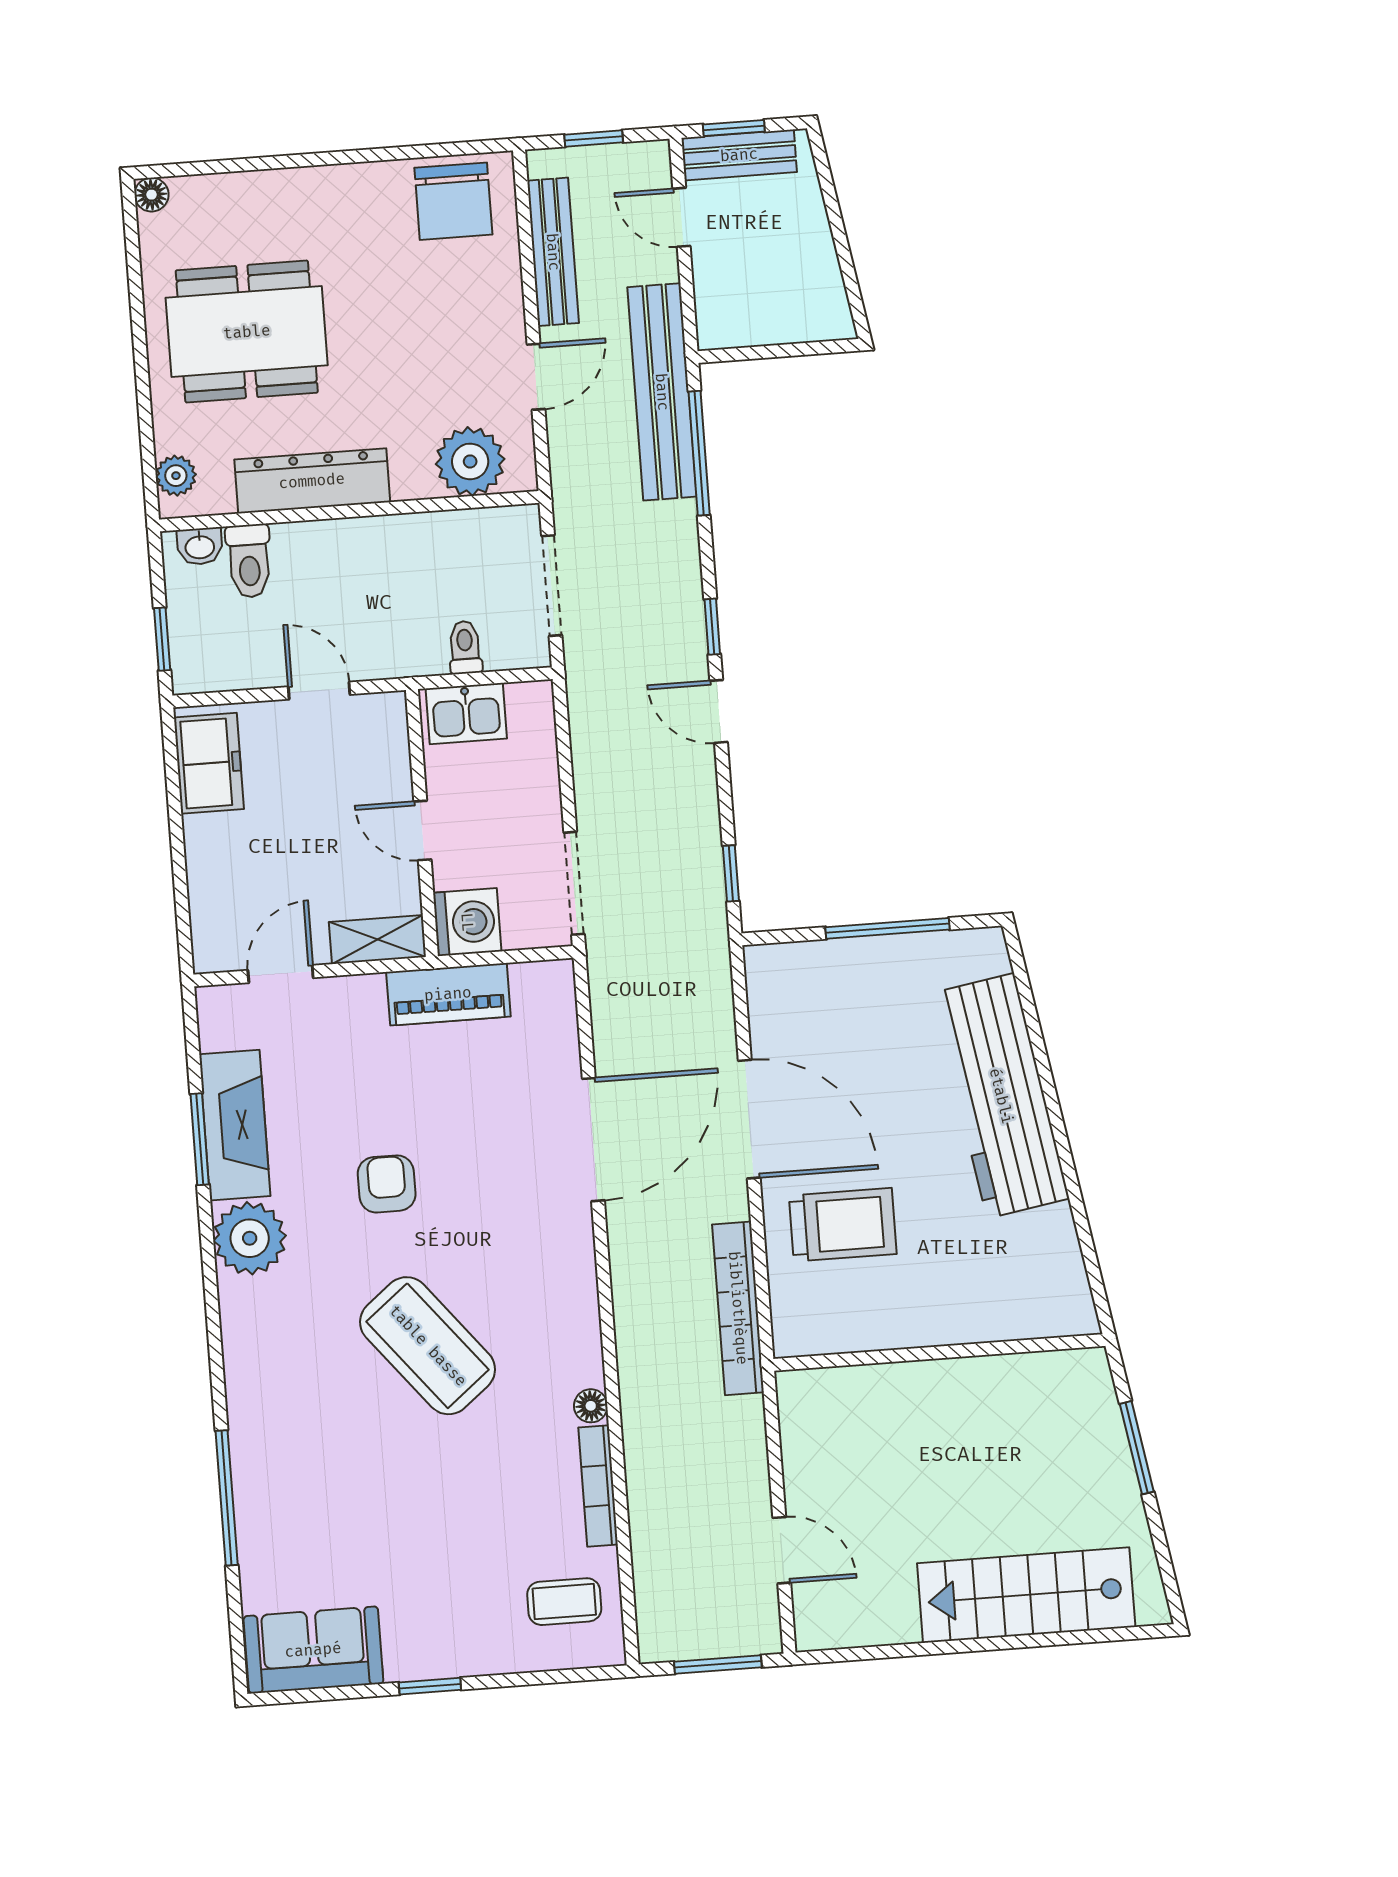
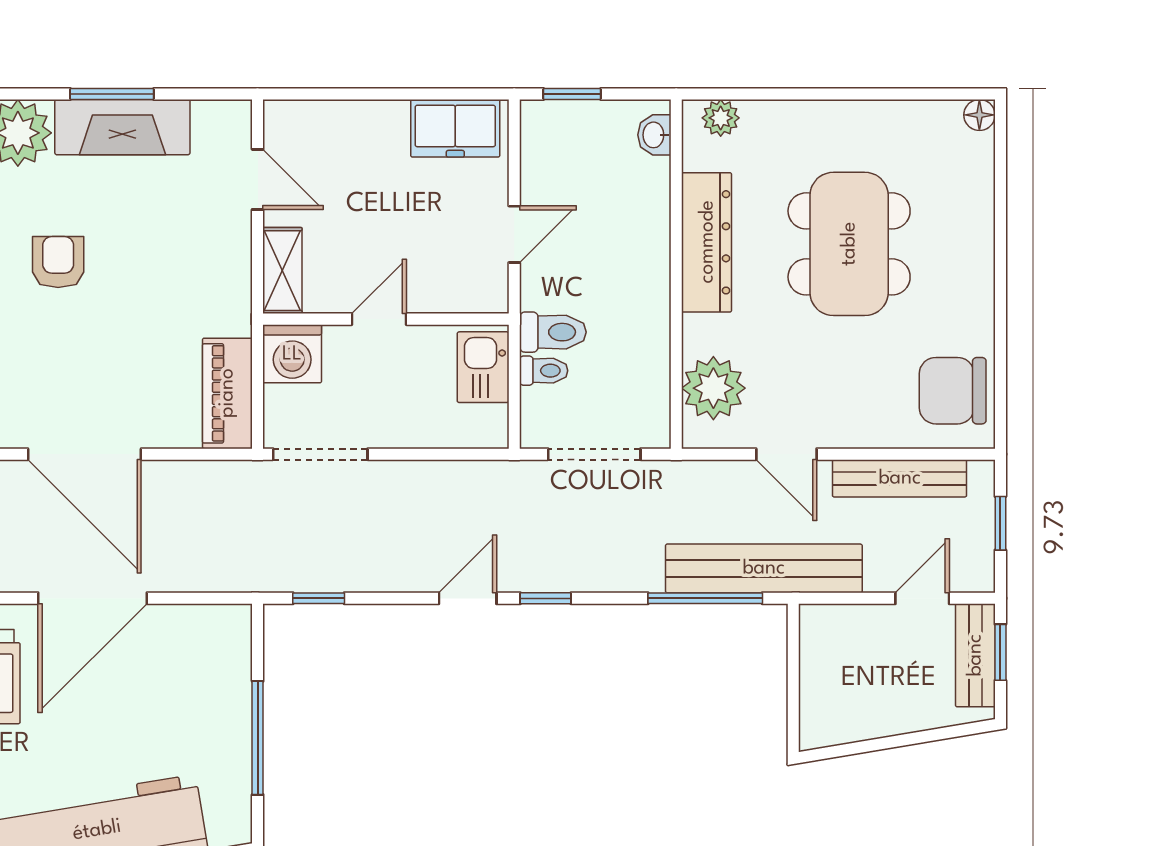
dining table: (247, 332) -> (849, 244), moved
toilet: (249, 561) -> (553, 332), moved, turned 180
piano: (448, 994) -> (227, 393), moved
armchair: (387, 1184) -> (58, 262), turned -90

